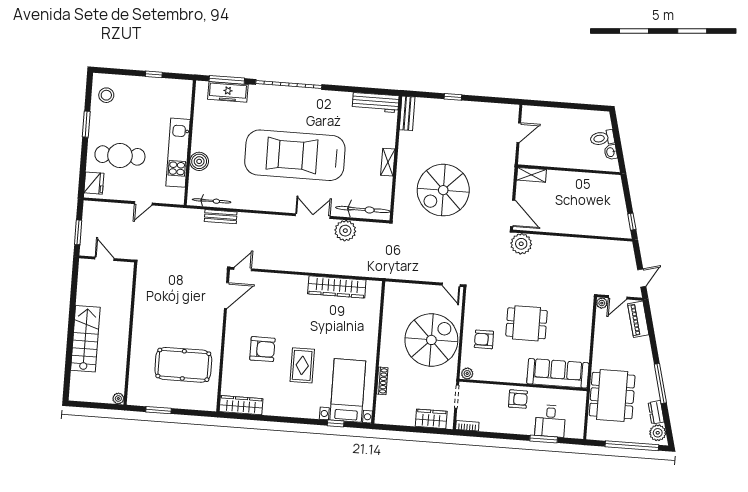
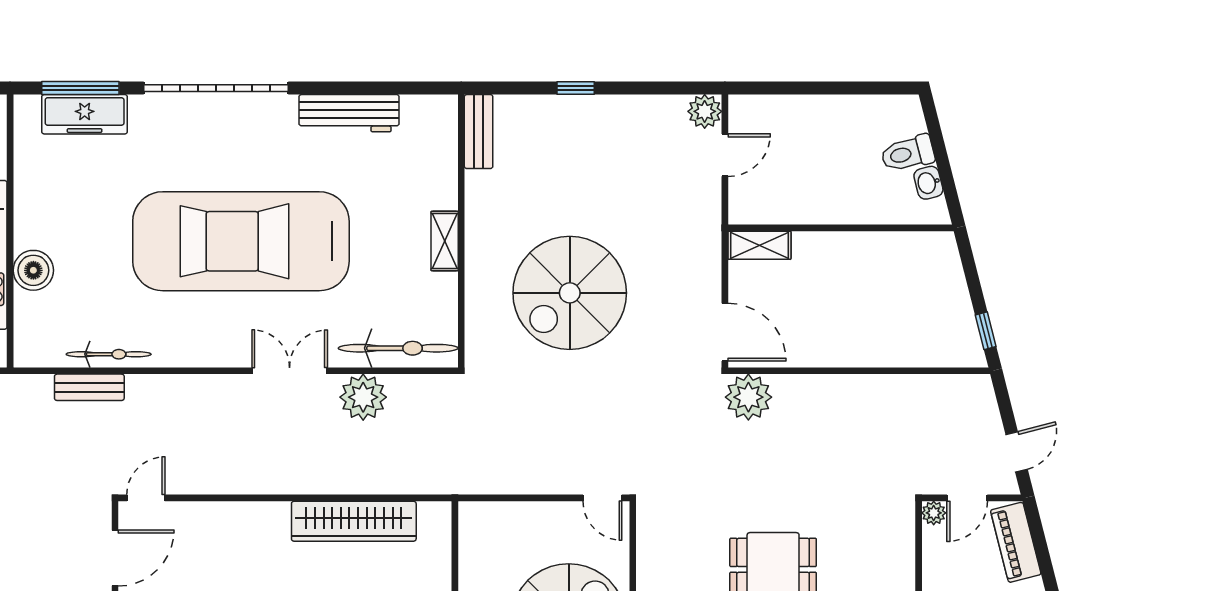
workbench: (376, 103) -> (349, 113), moved
plant: (511, 112) -> (705, 111), added
bicycle: (212, 201) -> (109, 354), moved

